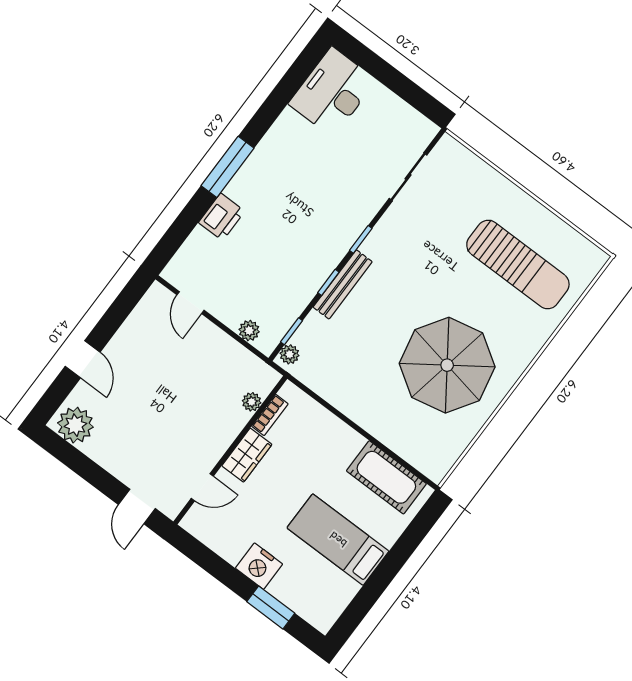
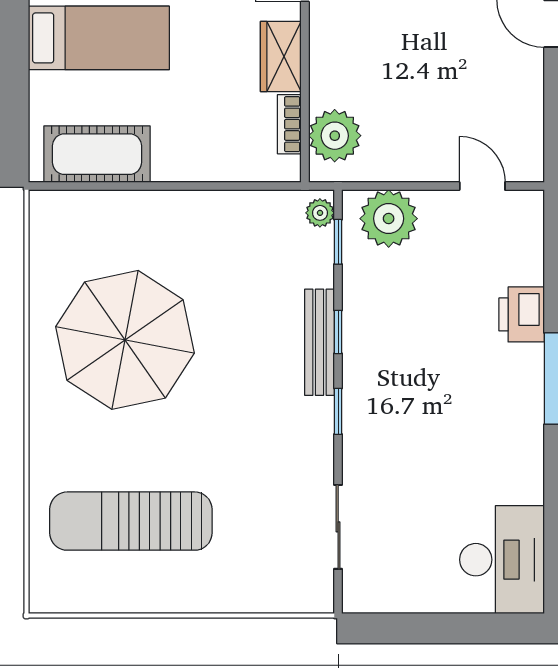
plant: (249, 331) -> (389, 219), width x1.88, depth x1.88
plant: (252, 402) -> (335, 136), width x1.88, depth x1.88

